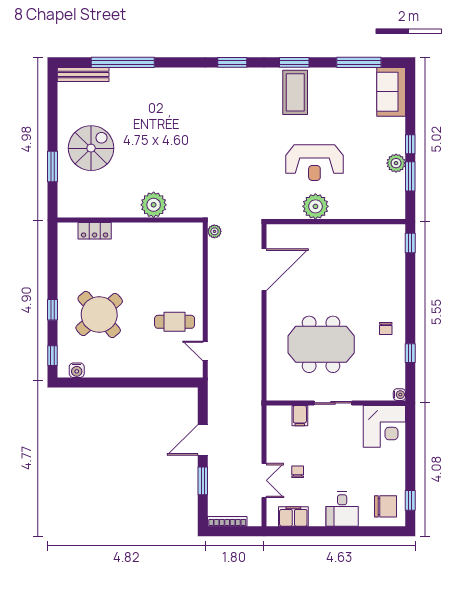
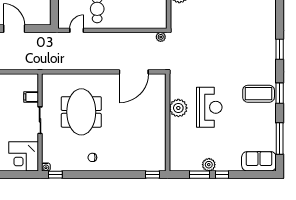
reception desk: (314, 163) -> (209, 107), turned 180
door: (264, 270) -> (134, 72), hinge flipped
window: (410, 353) -> (55, 175), moved

